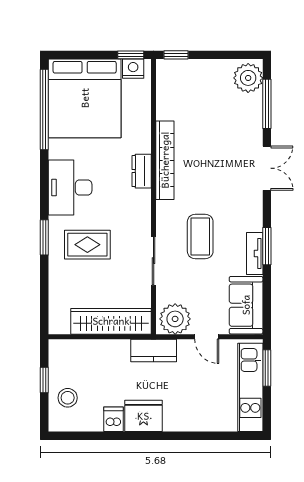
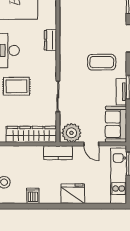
bookcase: (165, 160) -> (65, 33), removed
coffee table: (200, 237) -> (102, 62), moved, turned 90
fridge: (143, 416) -> (73, 194), moved

